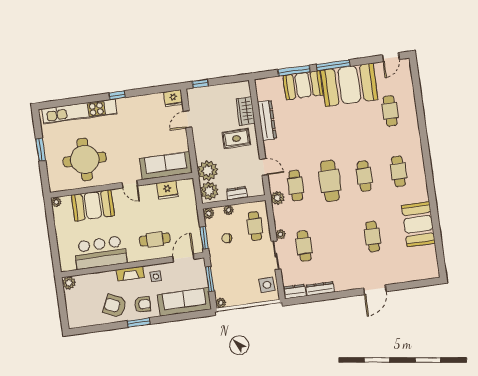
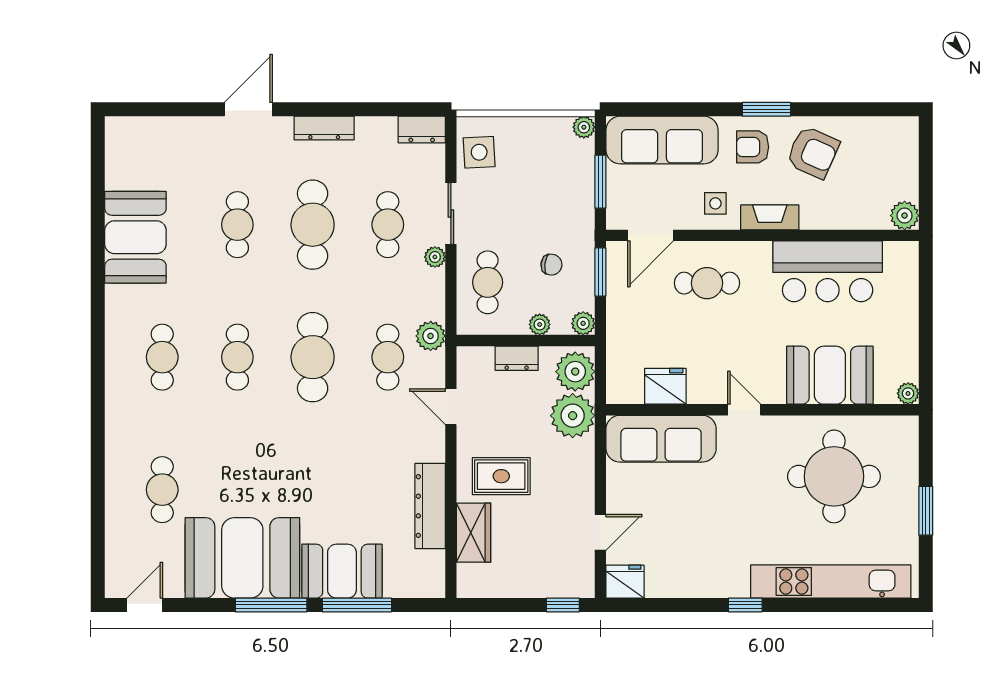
cafe table: (338, 241) -> (313, 225), added
dresser: (320, 289) -> (324, 128), moved

